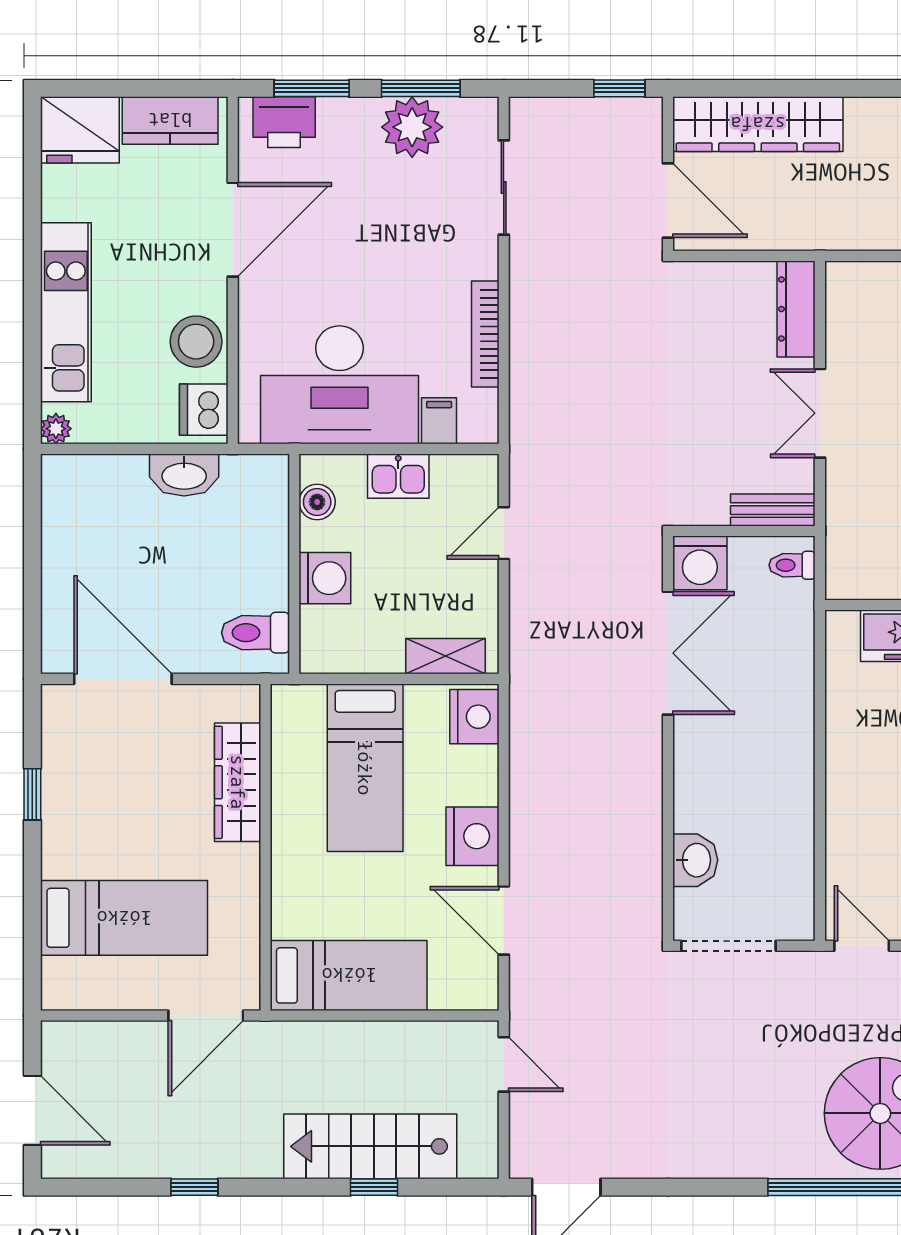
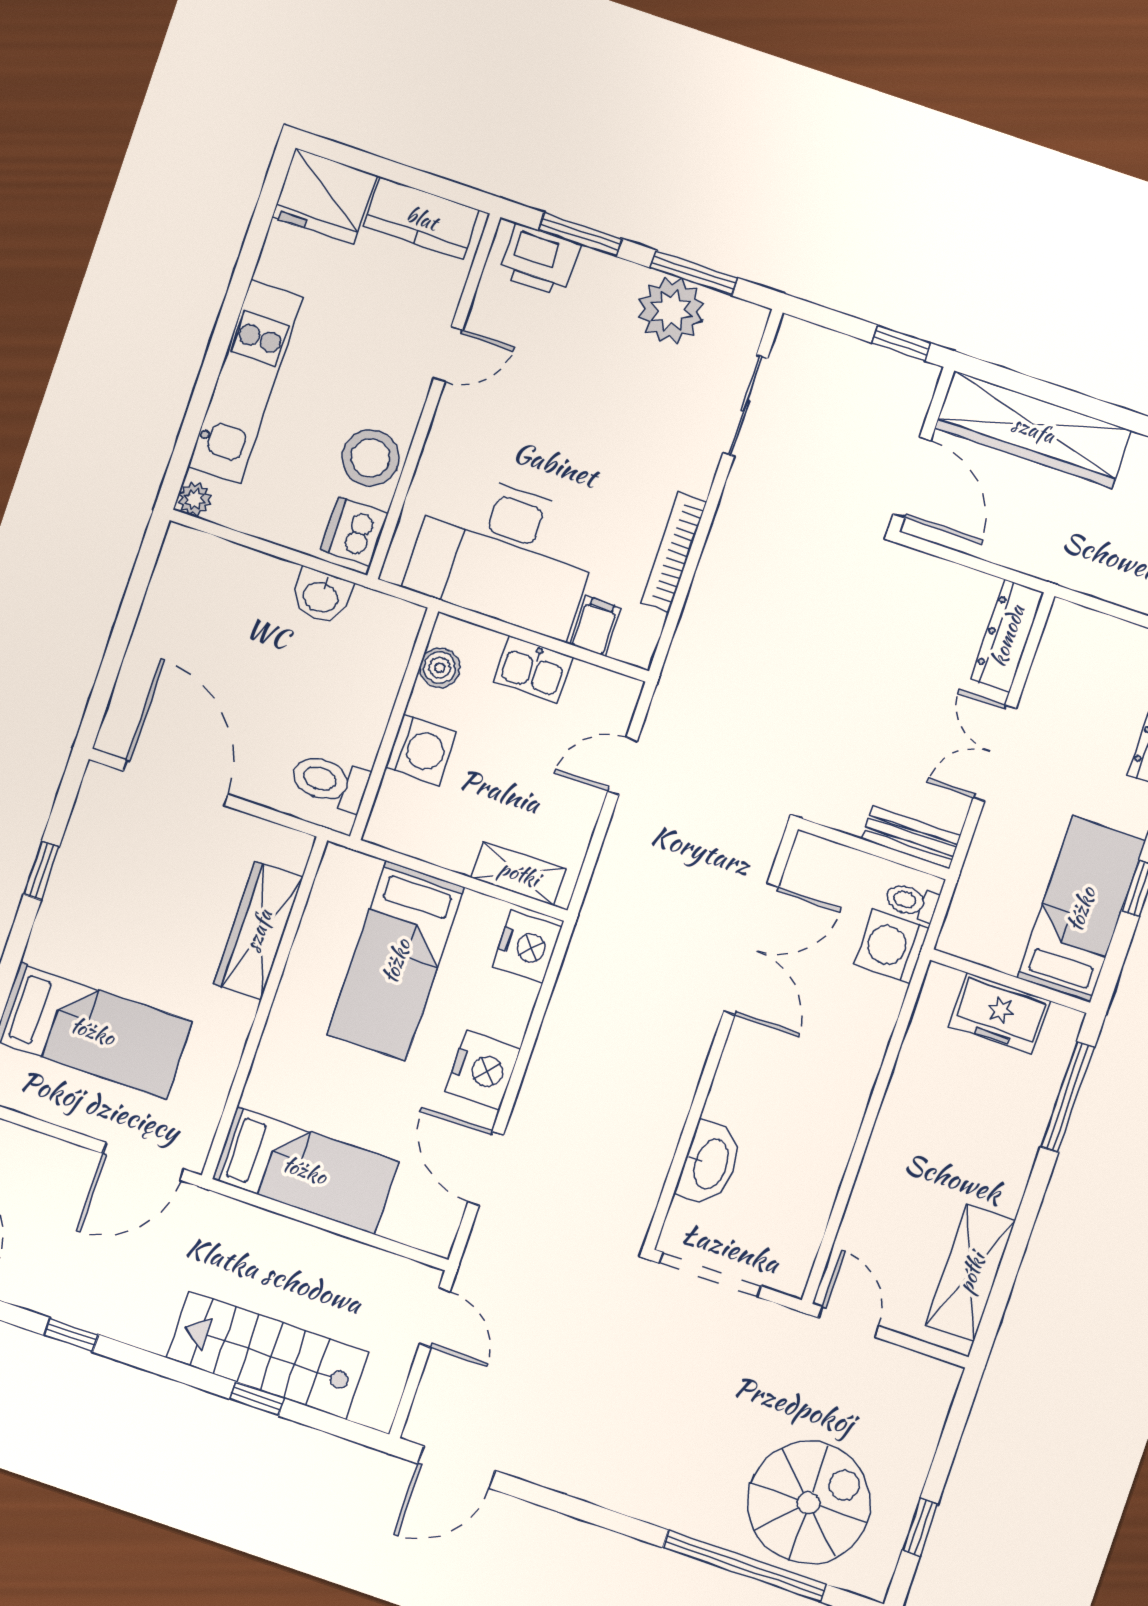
door: (233, 230) -> (448, 354), width x0.53
washbasin: (184, 475) -> (321, 596), width x0.72
washing machine: (700, 563) -> (892, 946), moved, turned 90
washbasin: (695, 860) -> (710, 1163), width x1.38

